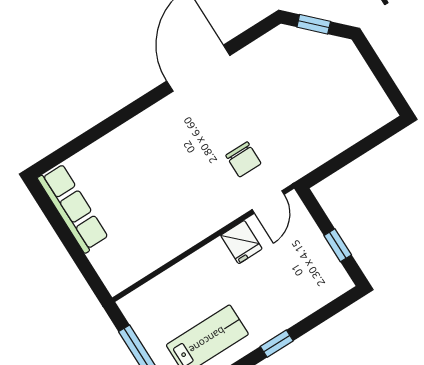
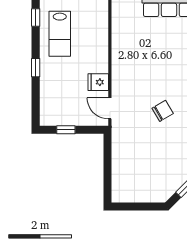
chair: (243, 159) -> (163, 111), moved, turned 150

